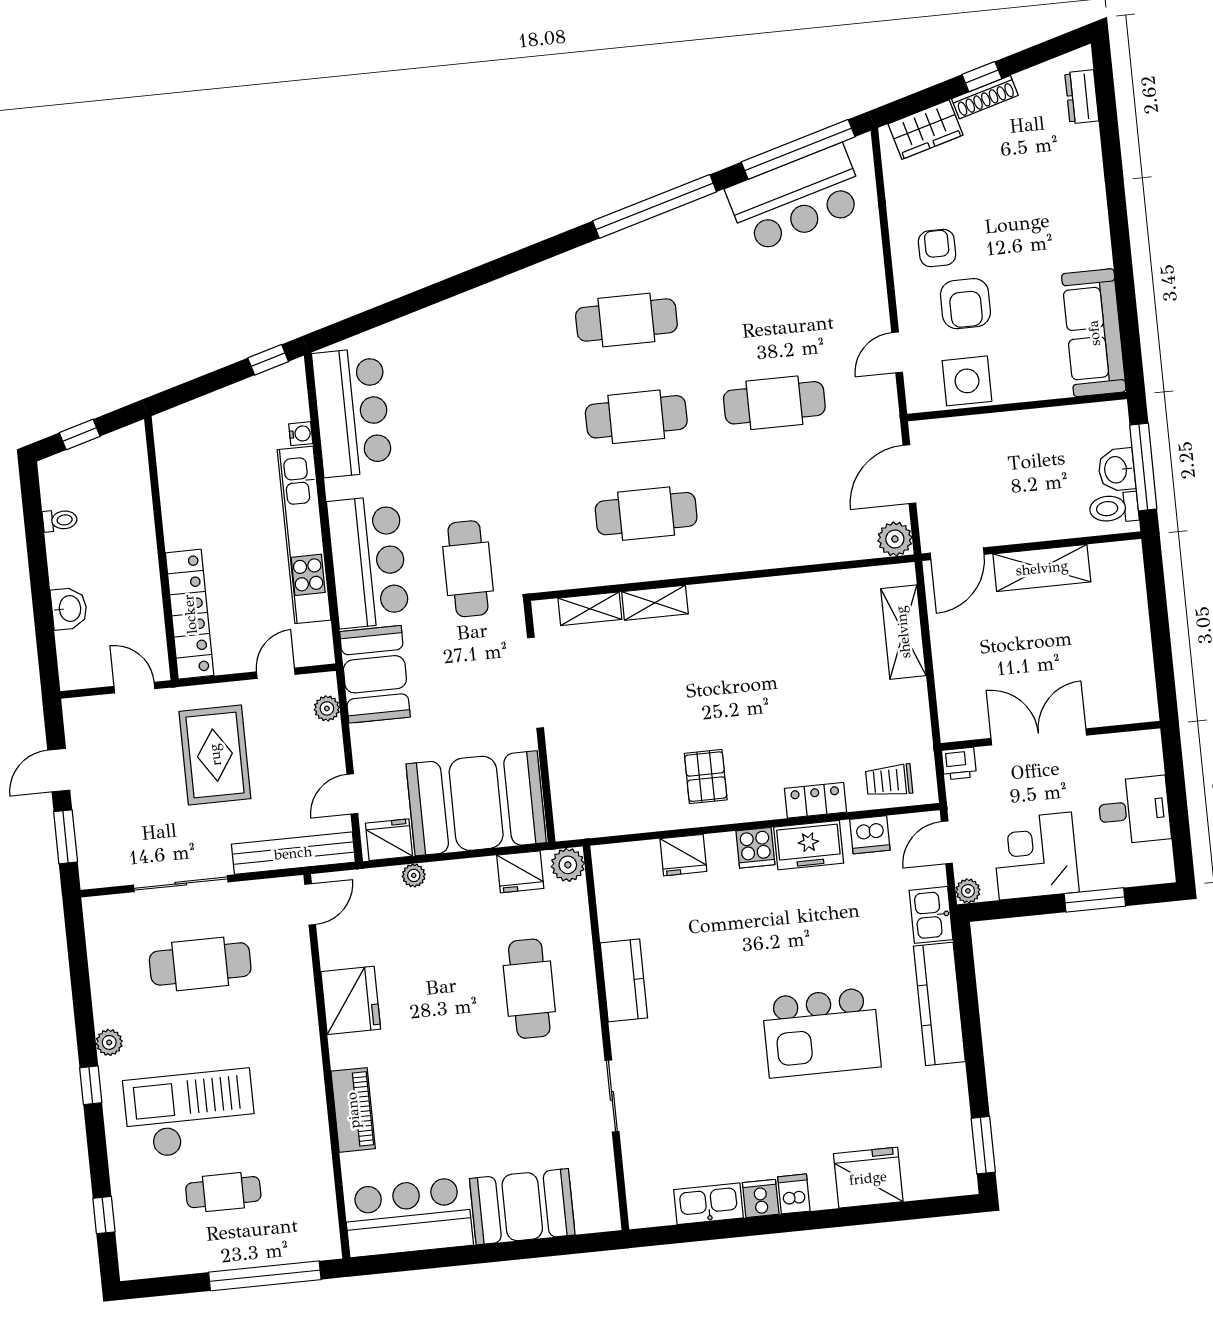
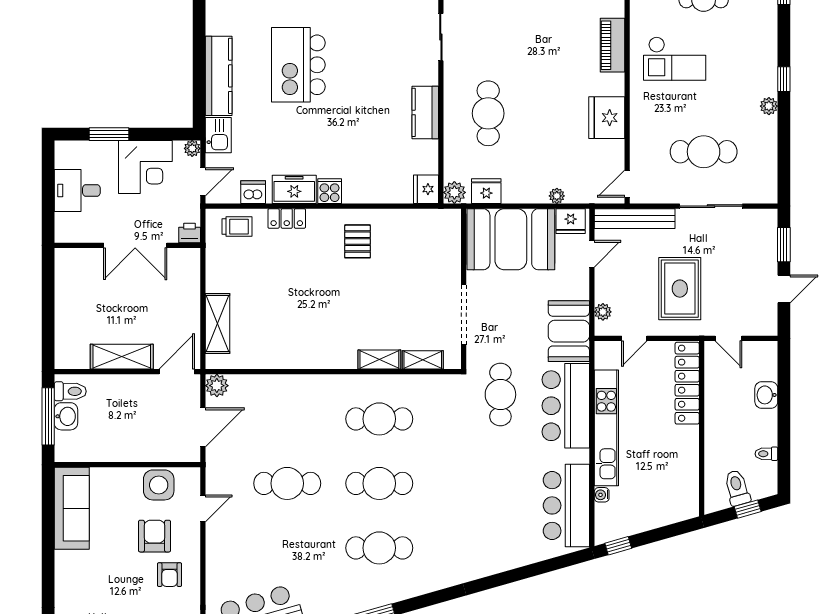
toilet: (99, 465) -> (737, 488), added
fridge: (683, 855) -> (426, 189), moved, turned -90
kitchen island: (821, 1033) -> (298, 65), turned -90
checkout: (190, 1114) -> (675, 59), moved, width x0.73, depth x0.83

